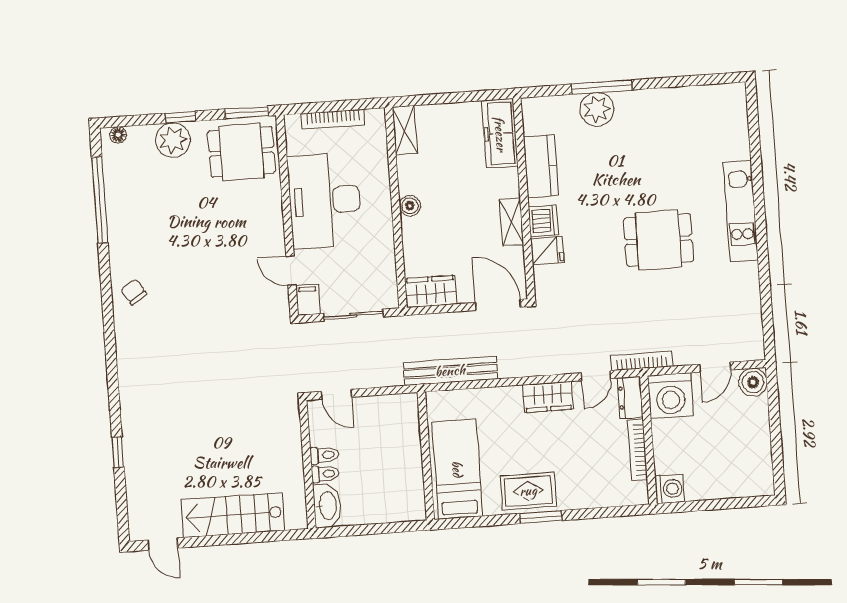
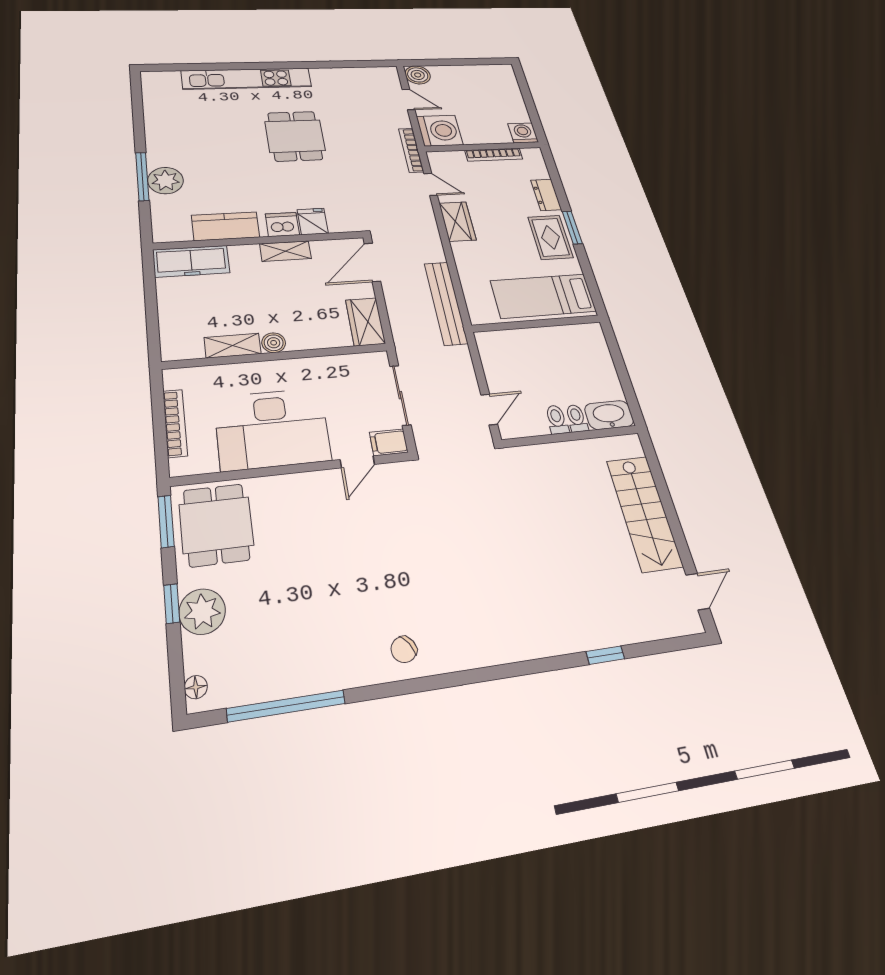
shelving: (405, 130) -> (233, 346), moved
kitchen unit: (741, 211) -> (247, 79), width x1.36
dresser: (630, 397) -> (546, 195), moved, turned 90

